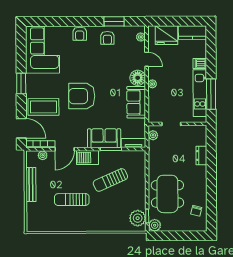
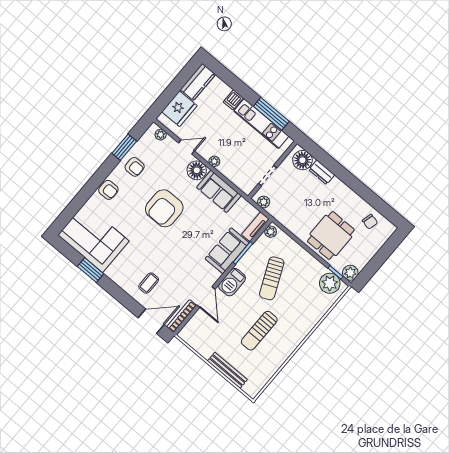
window: (21, 83) -> (90, 270), moved
armchair: (82, 96) -> (164, 208), moved
coffee table: (43, 107) -> (149, 283), width x0.54, depth x0.58
floor lamp: (199, 137) -> (302, 160), added
plant: (43, 155) -> (271, 232), moved
bench: (31, 185) -> (227, 370), moved
dining table: (167, 194) -> (331, 235), width x0.73

